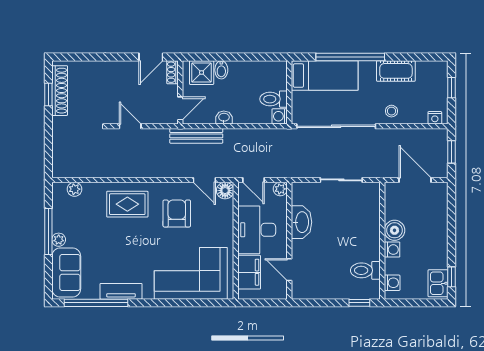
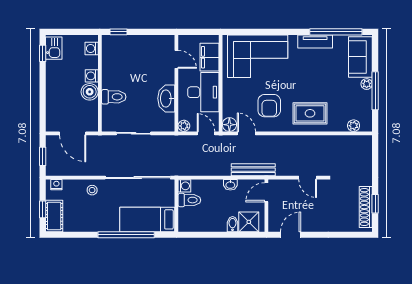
cot: (396, 71) -> (54, 216), moved, turned 90
shoe rack: (172, 72) -> (273, 222), removed
toilet: (365, 270) -> (114, 97), moved

